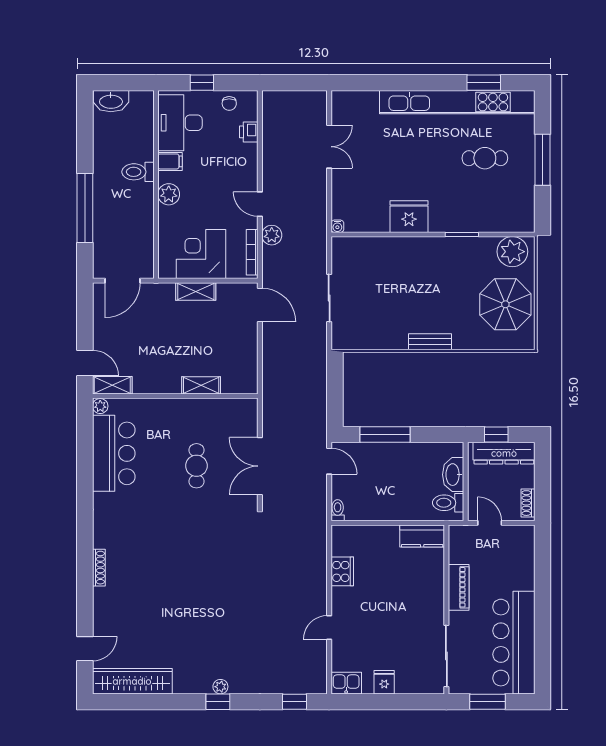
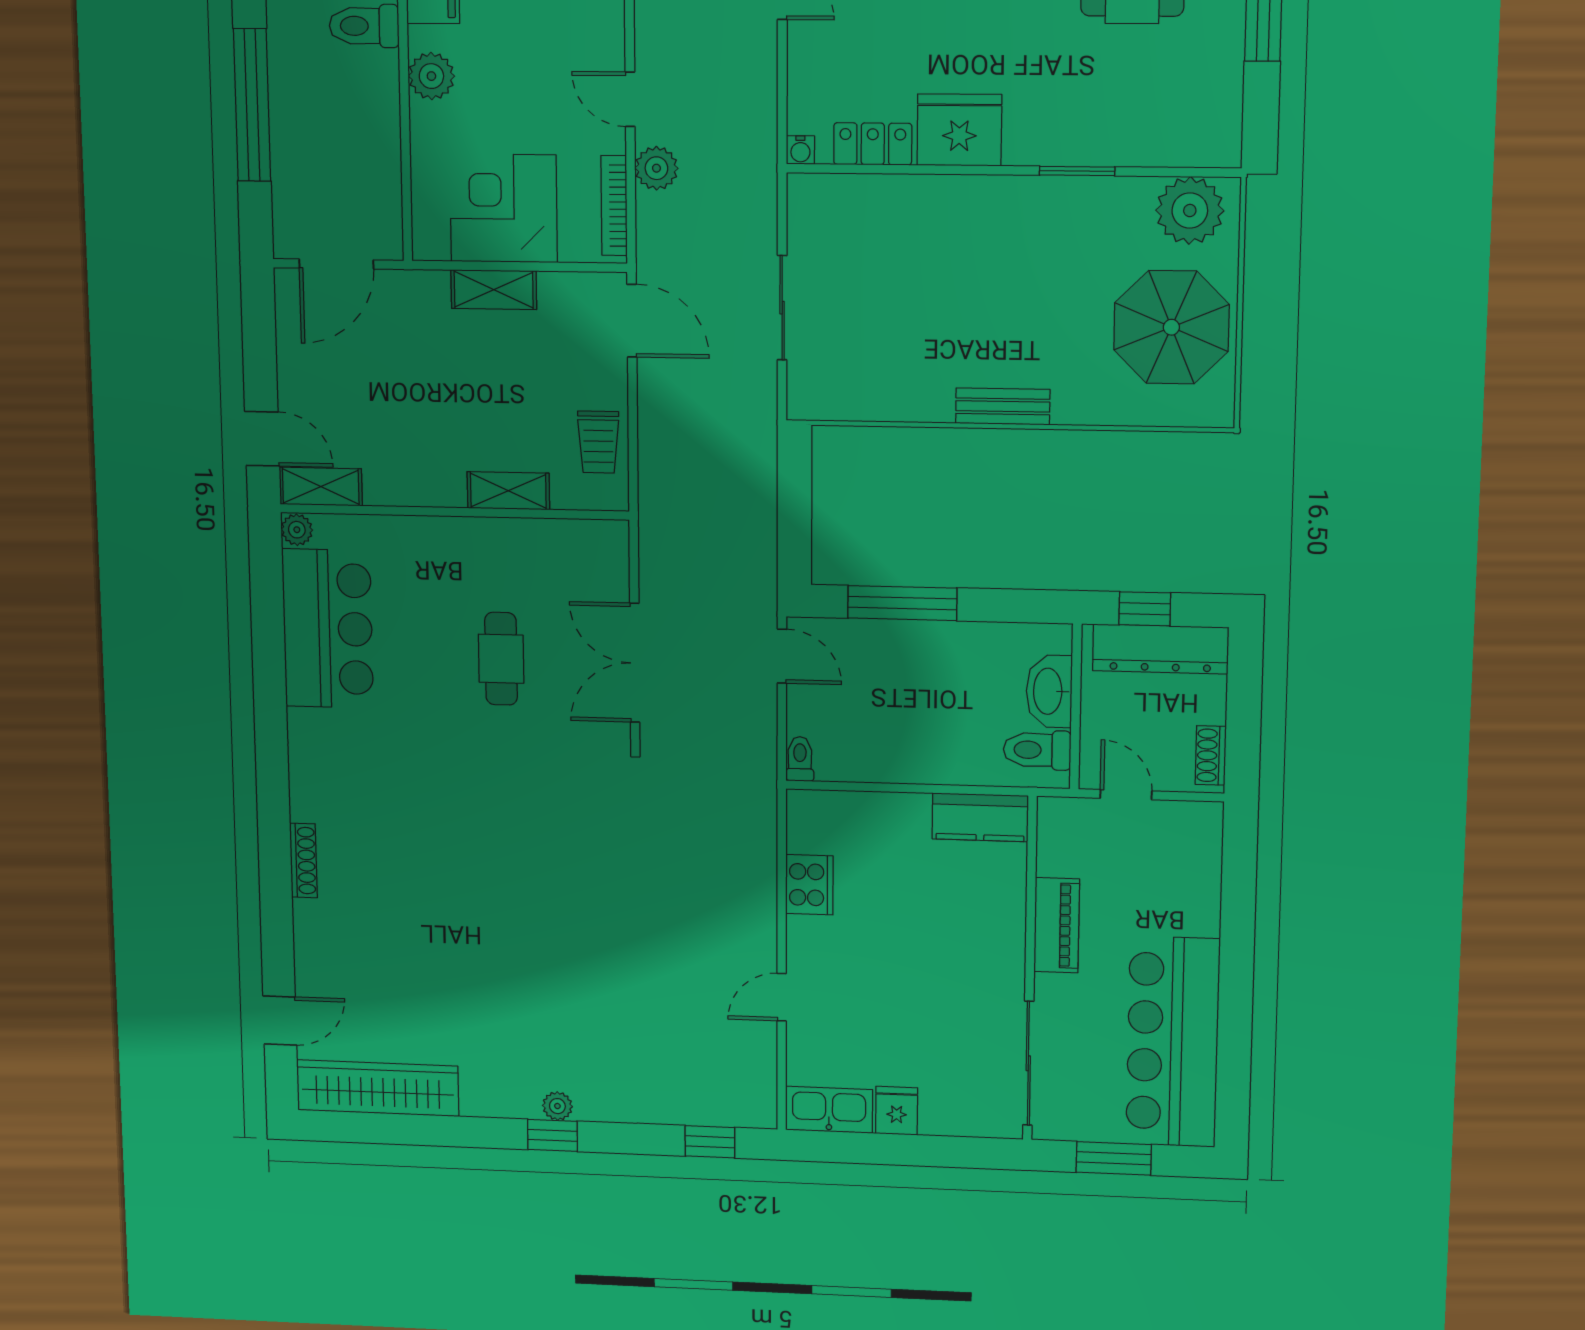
locker: (370, 223) -> (873, 144), added
trolley: (244, 362) -> (598, 442), added
kitchen sink: (346, 683) -> (829, 1110), width x1.38

